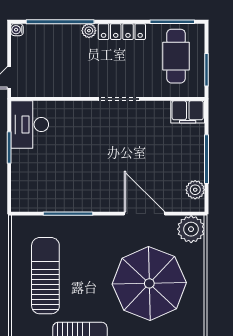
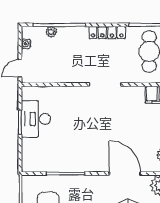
water cooler: (17, 30) -> (26, 44), moved
plant: (89, 31) -> (51, 32), moved
desk: (30, 124) -> (36, 119), moved

